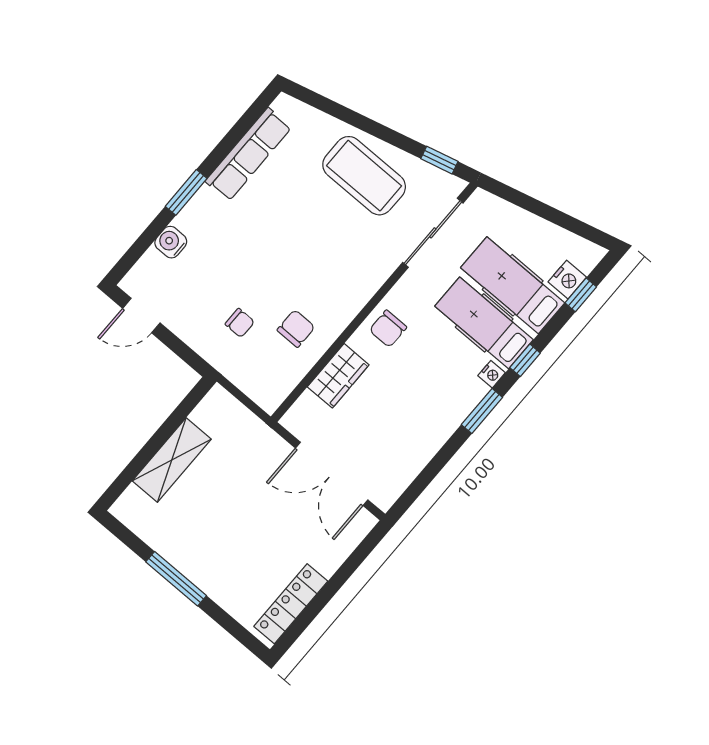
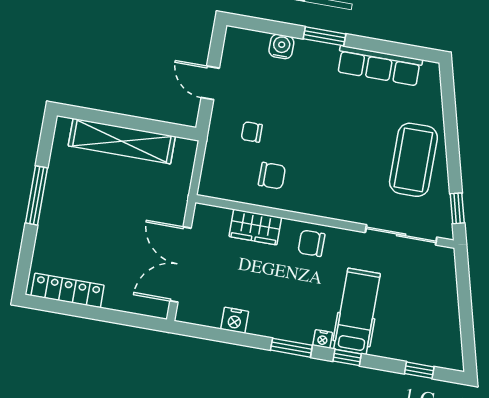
nightstand: (567, 280) -> (235, 320), moved
hospital bed: (513, 285) -> (397, 316), removed
door: (141, 316) -> (210, 83), moved
chair: (240, 323) -> (252, 132), turned 90
shelving: (172, 460) -> (122, 141), width x1.47

